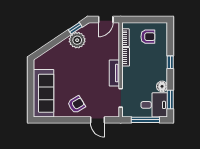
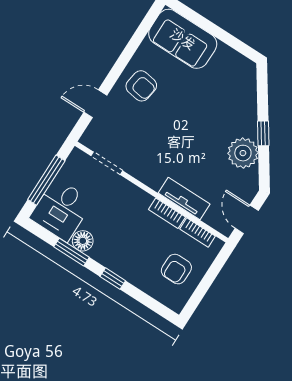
window: (75, 28) -> (263, 133), moved
tv unit: (114, 73) -> (184, 199), moved
sofa: (44, 93) -> (183, 39), width x0.73
window: (170, 99) -> (71, 252), moved
armchair: (76, 105) -> (141, 86), turned -49

